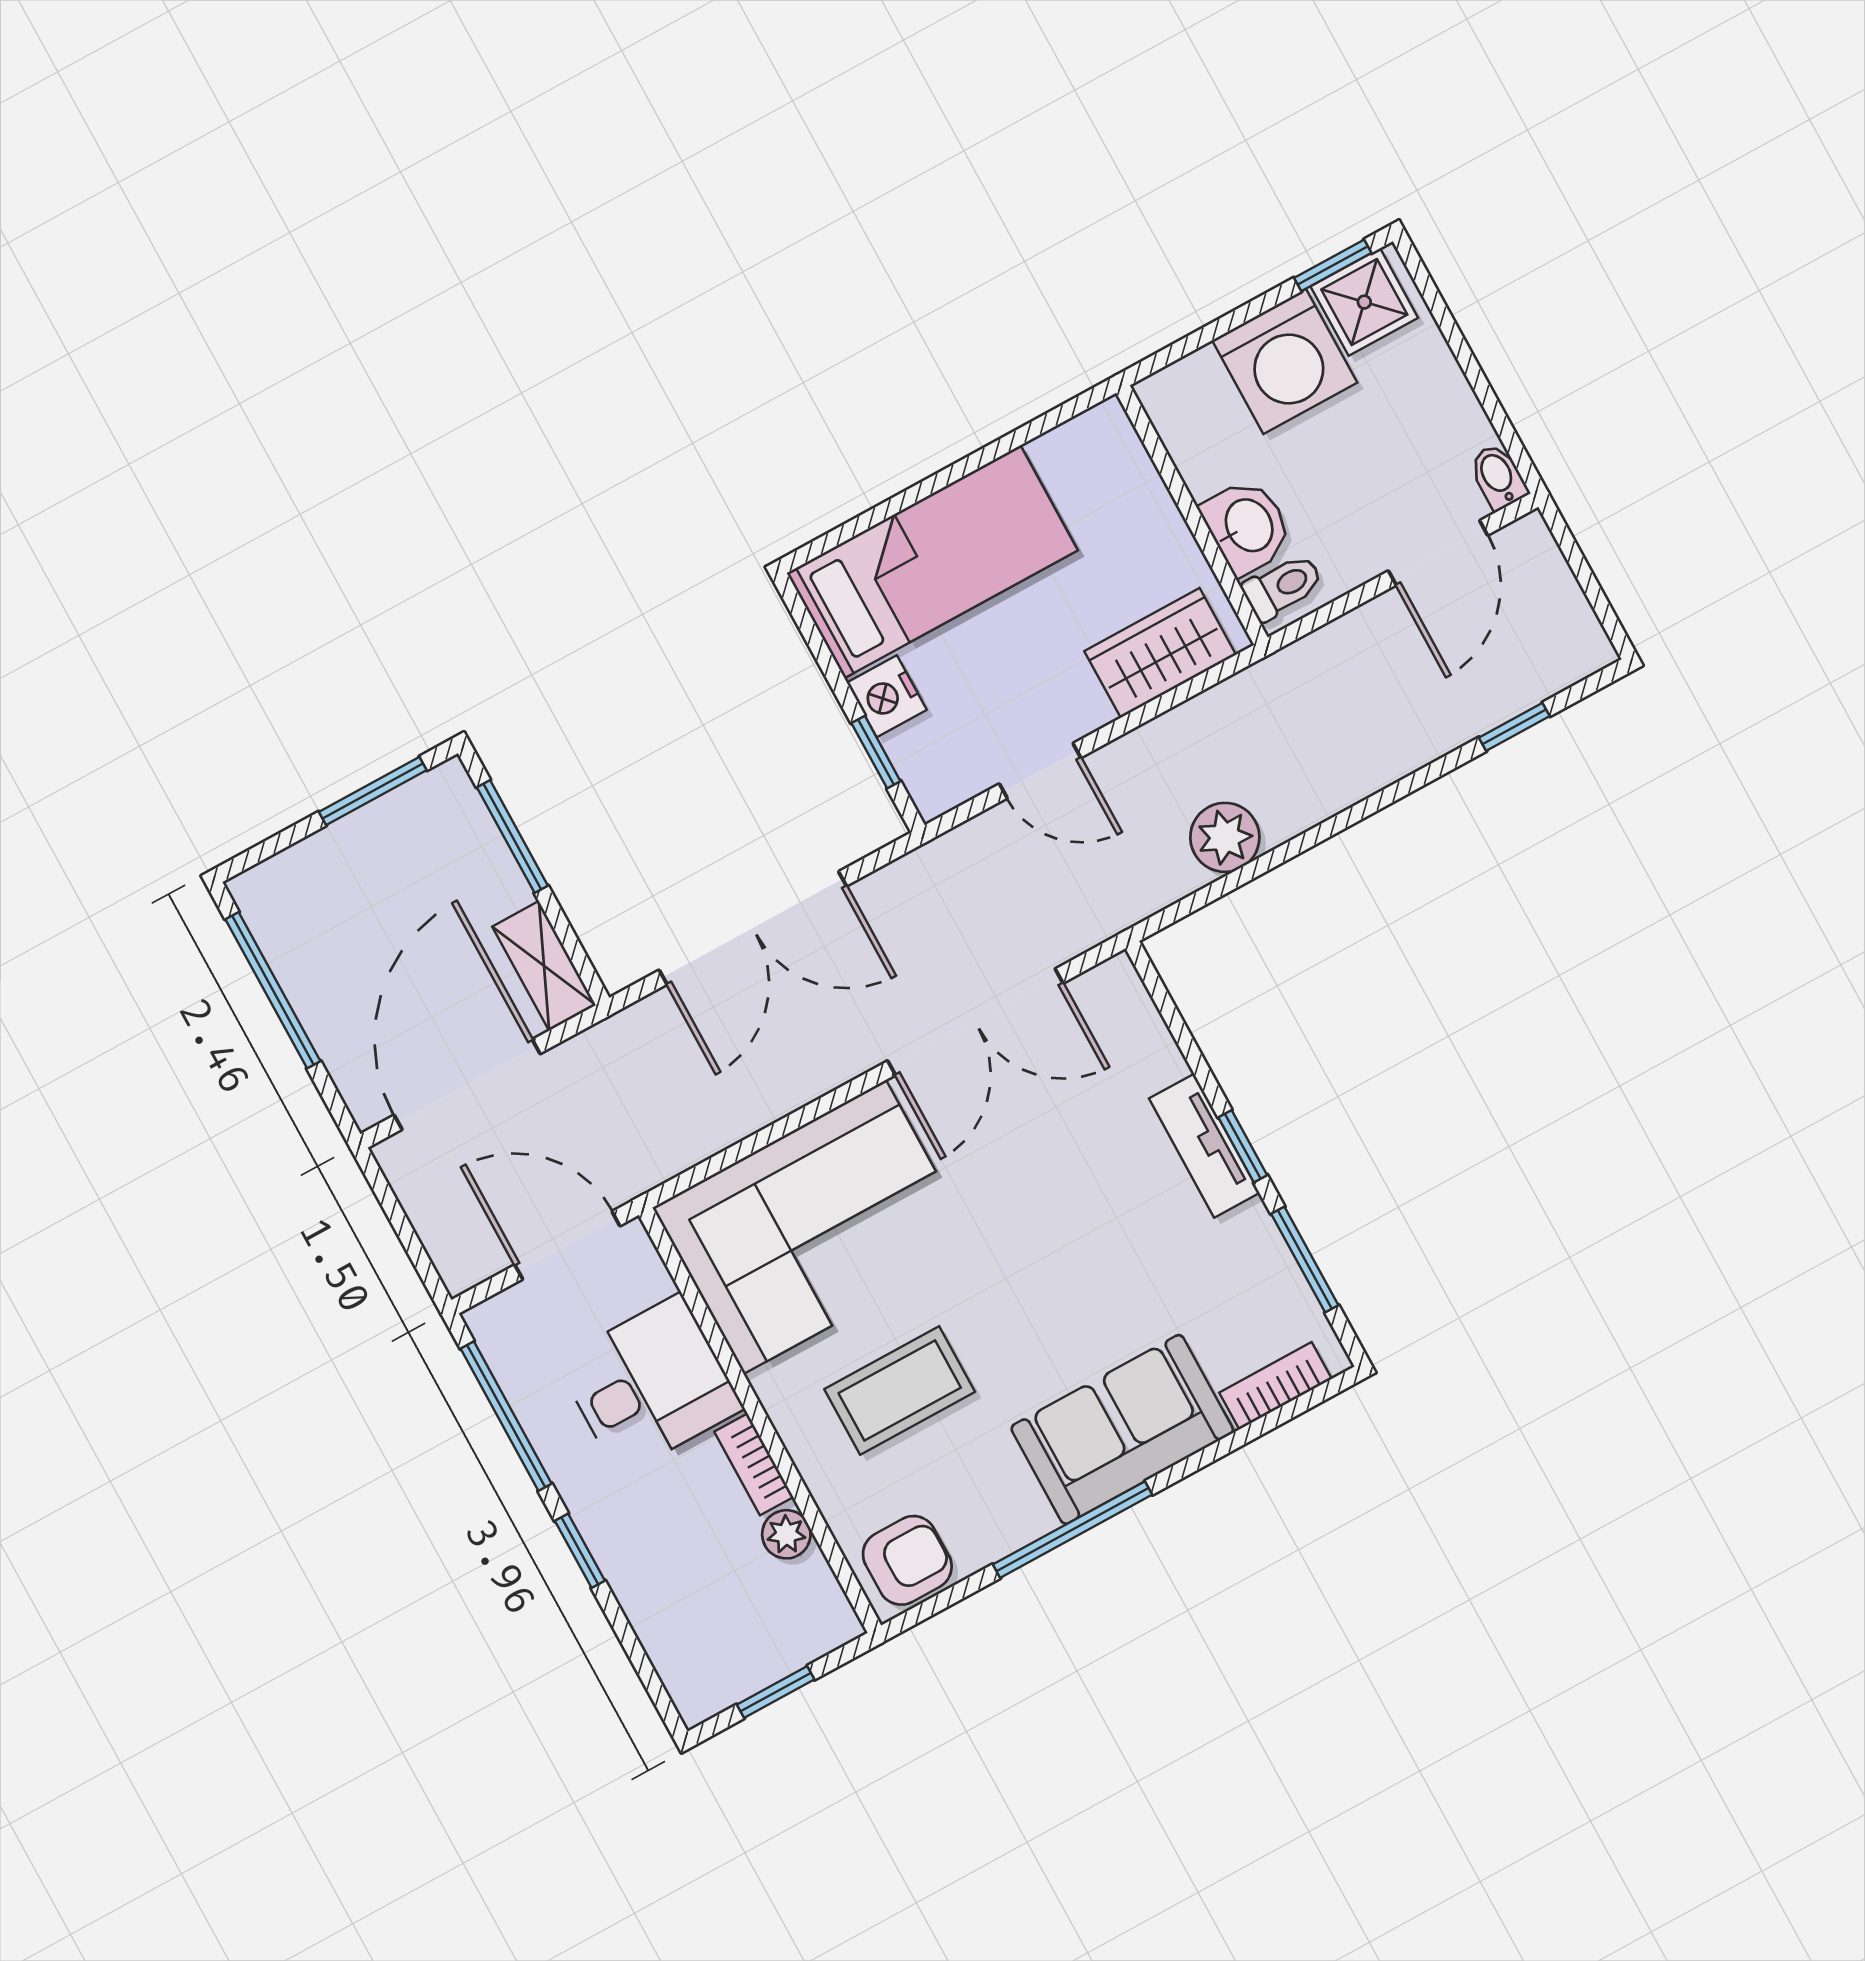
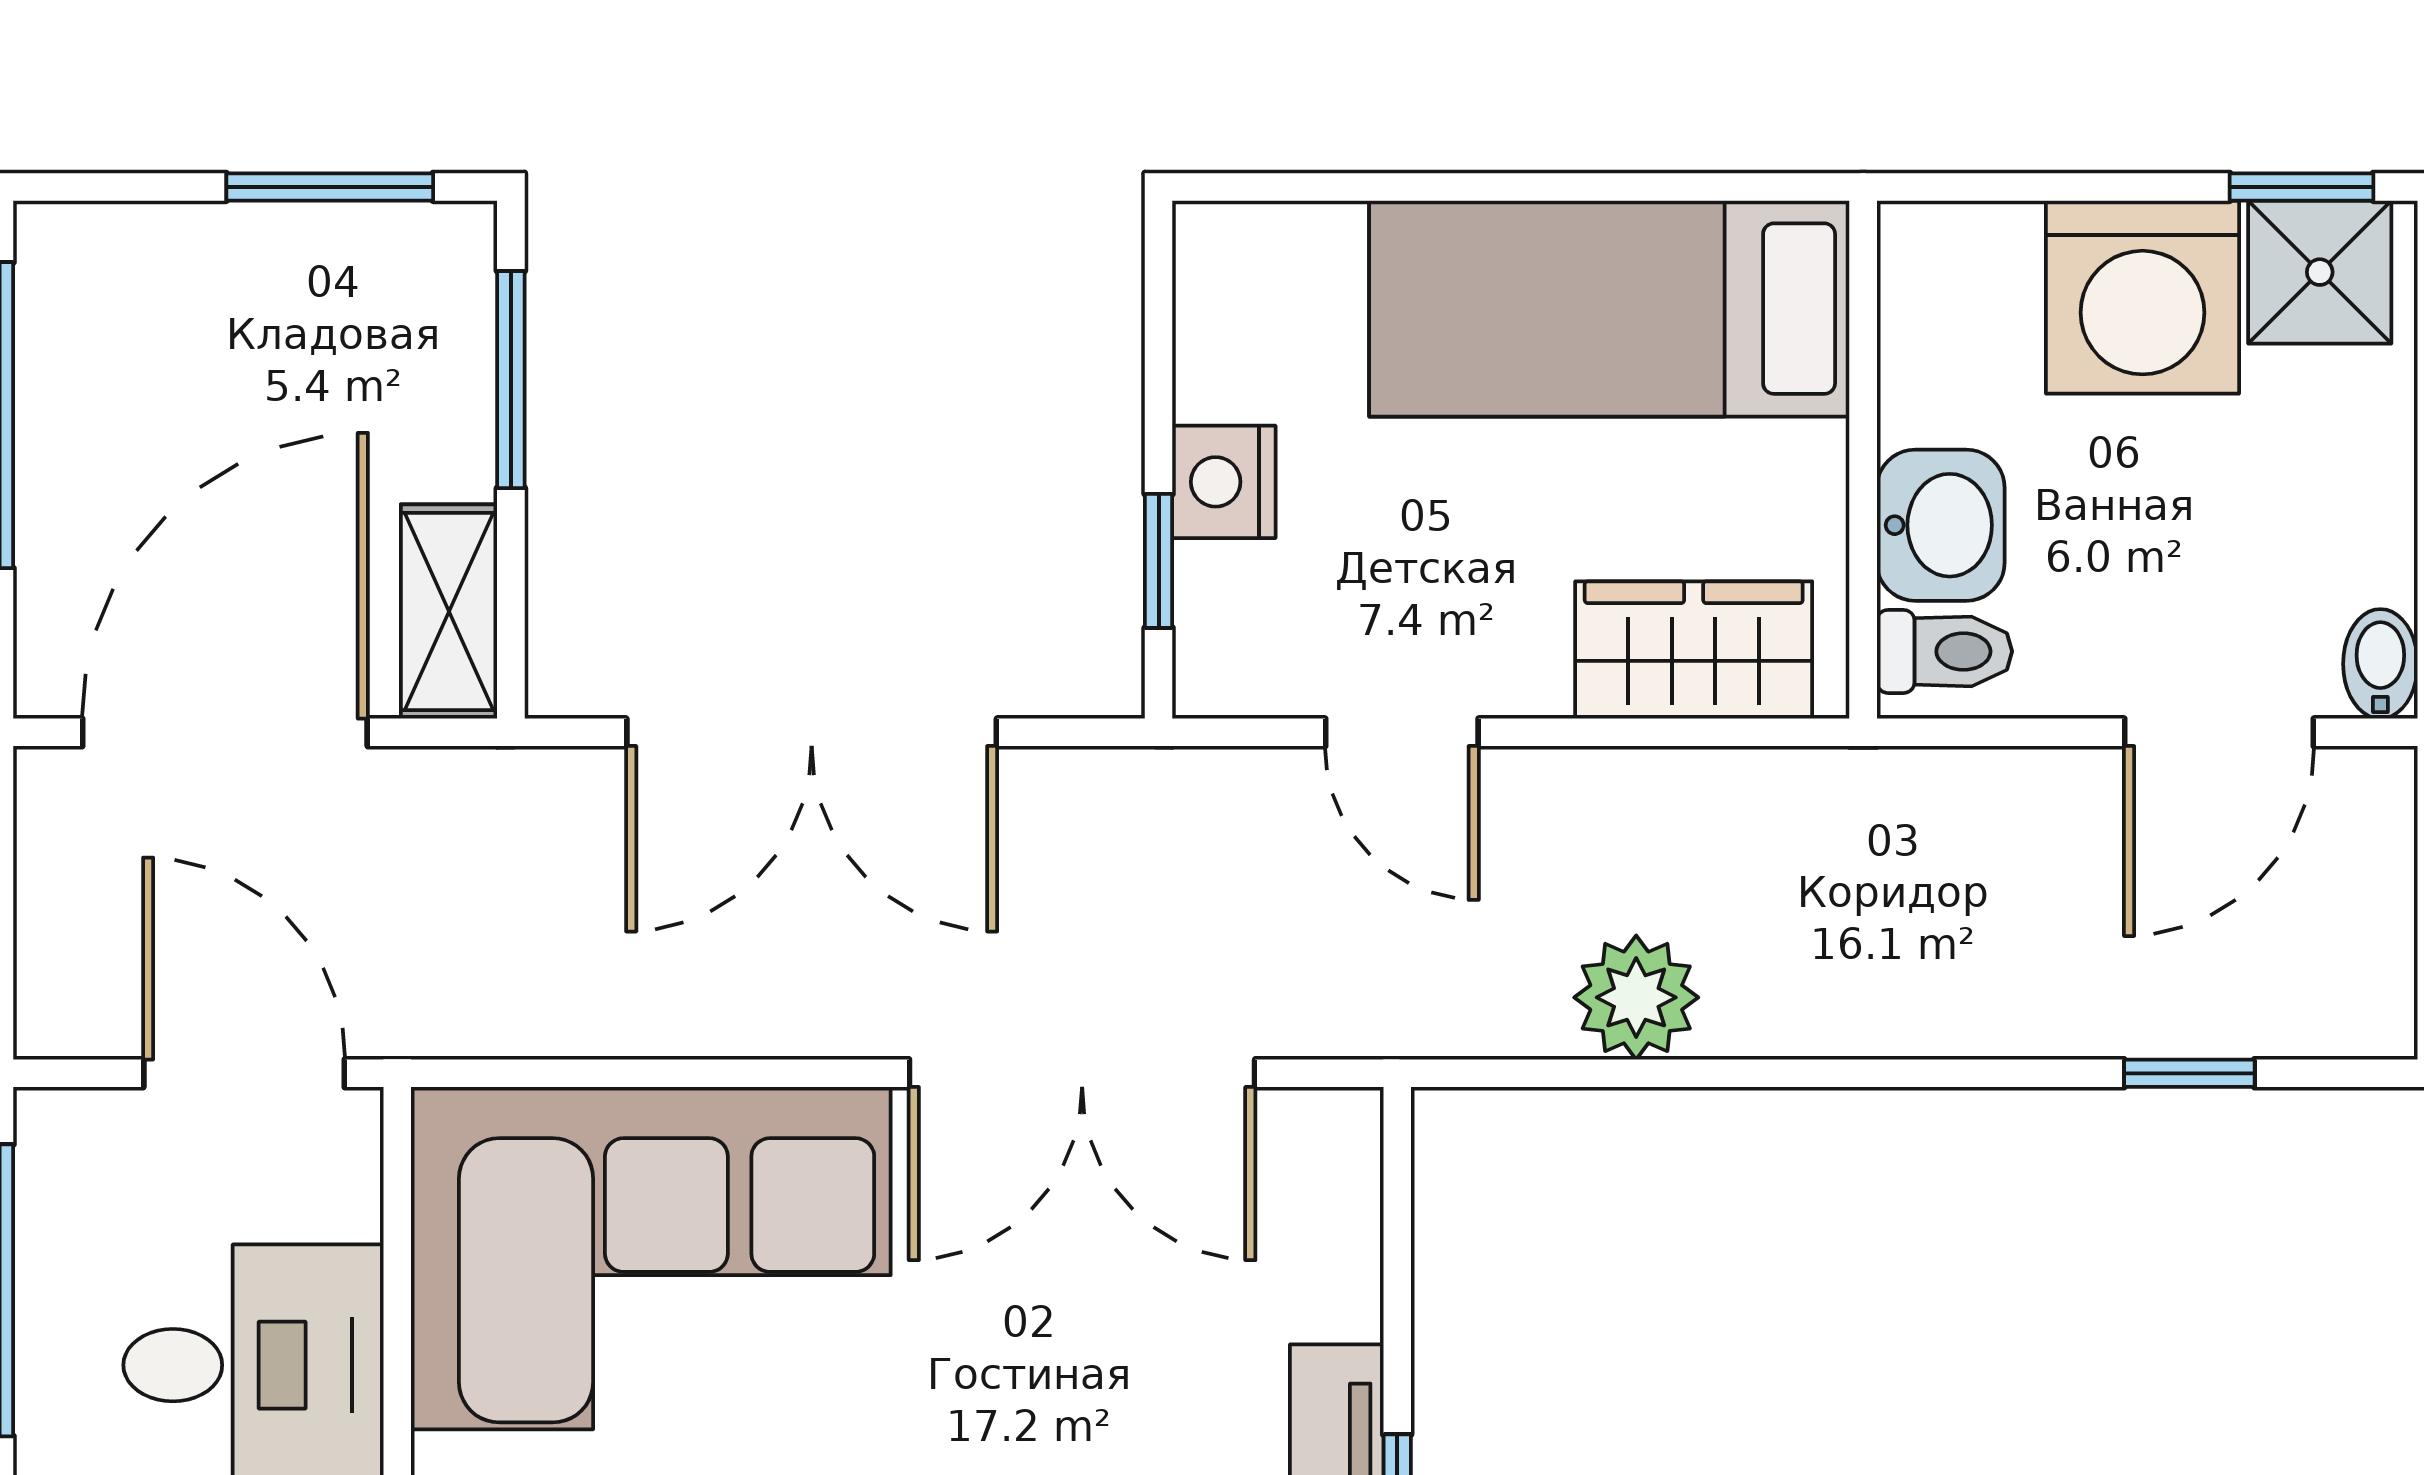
bed: (932, 562) -> (1609, 309), moved, turned 180

